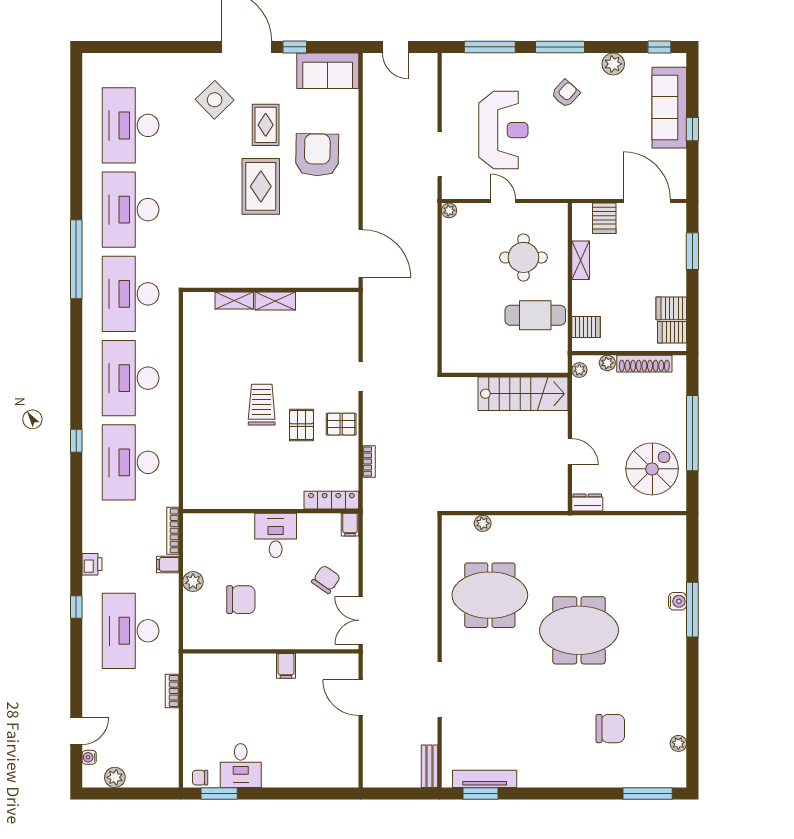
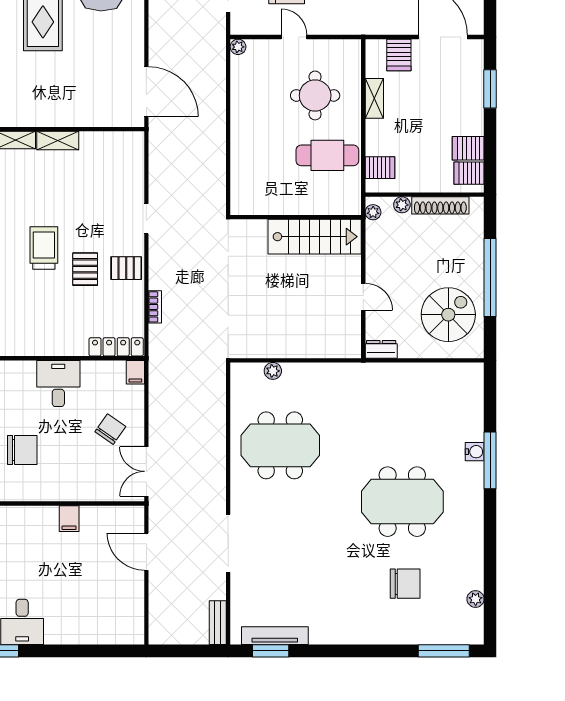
meeting table: (579, 630) -> (402, 502), moved

